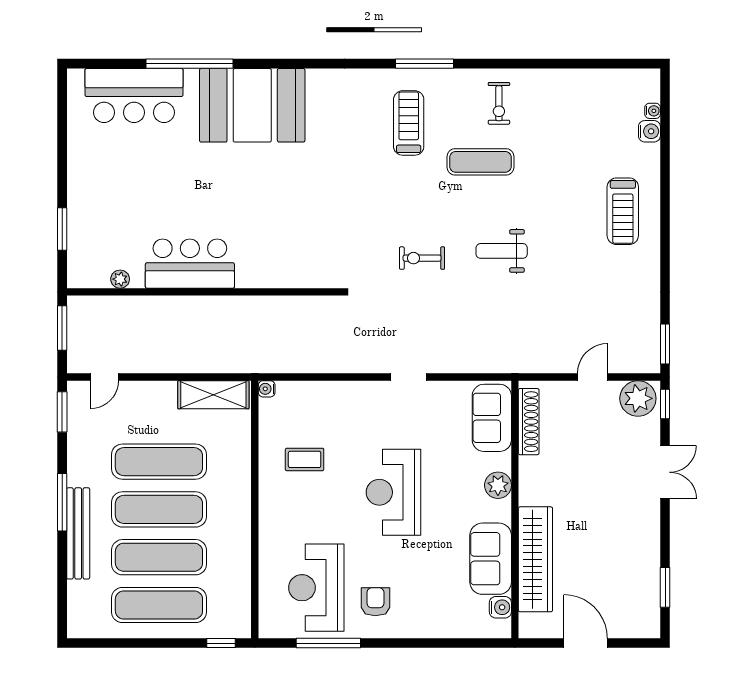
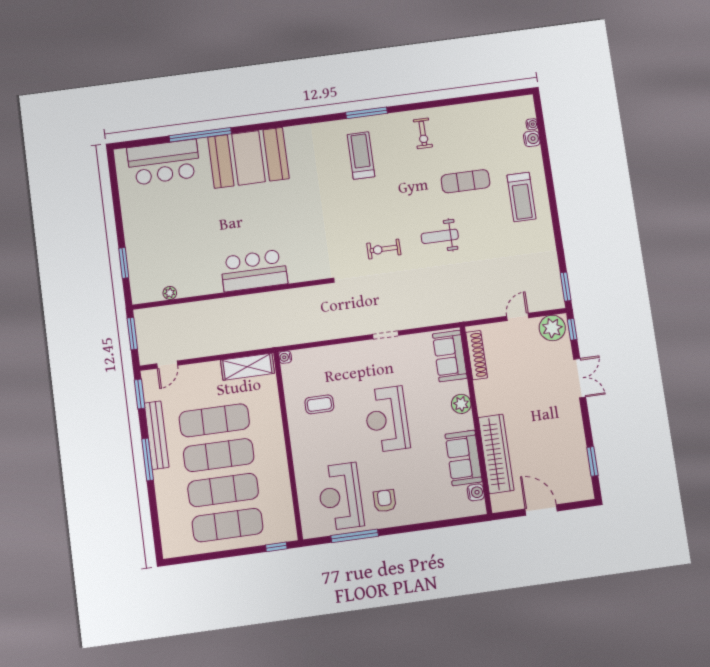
exercise mat: (480, 162) -> (465, 181), moved
bar counter: (190, 264) -> (254, 270), moved
bench: (78, 533) -> (157, 435), moved

